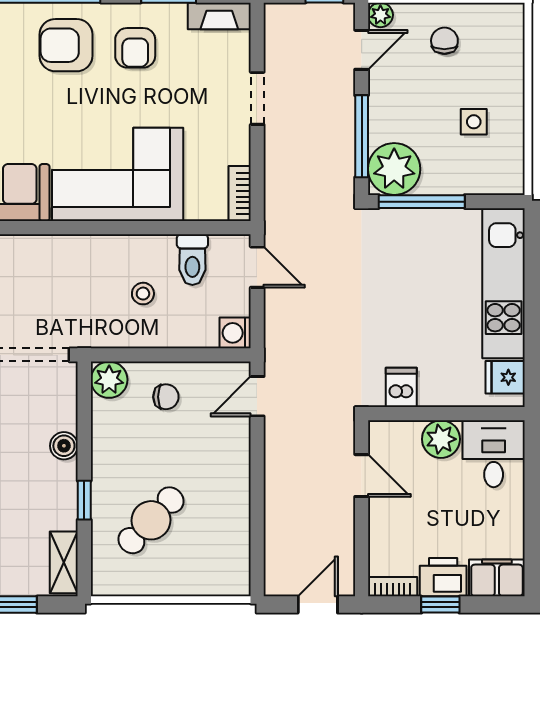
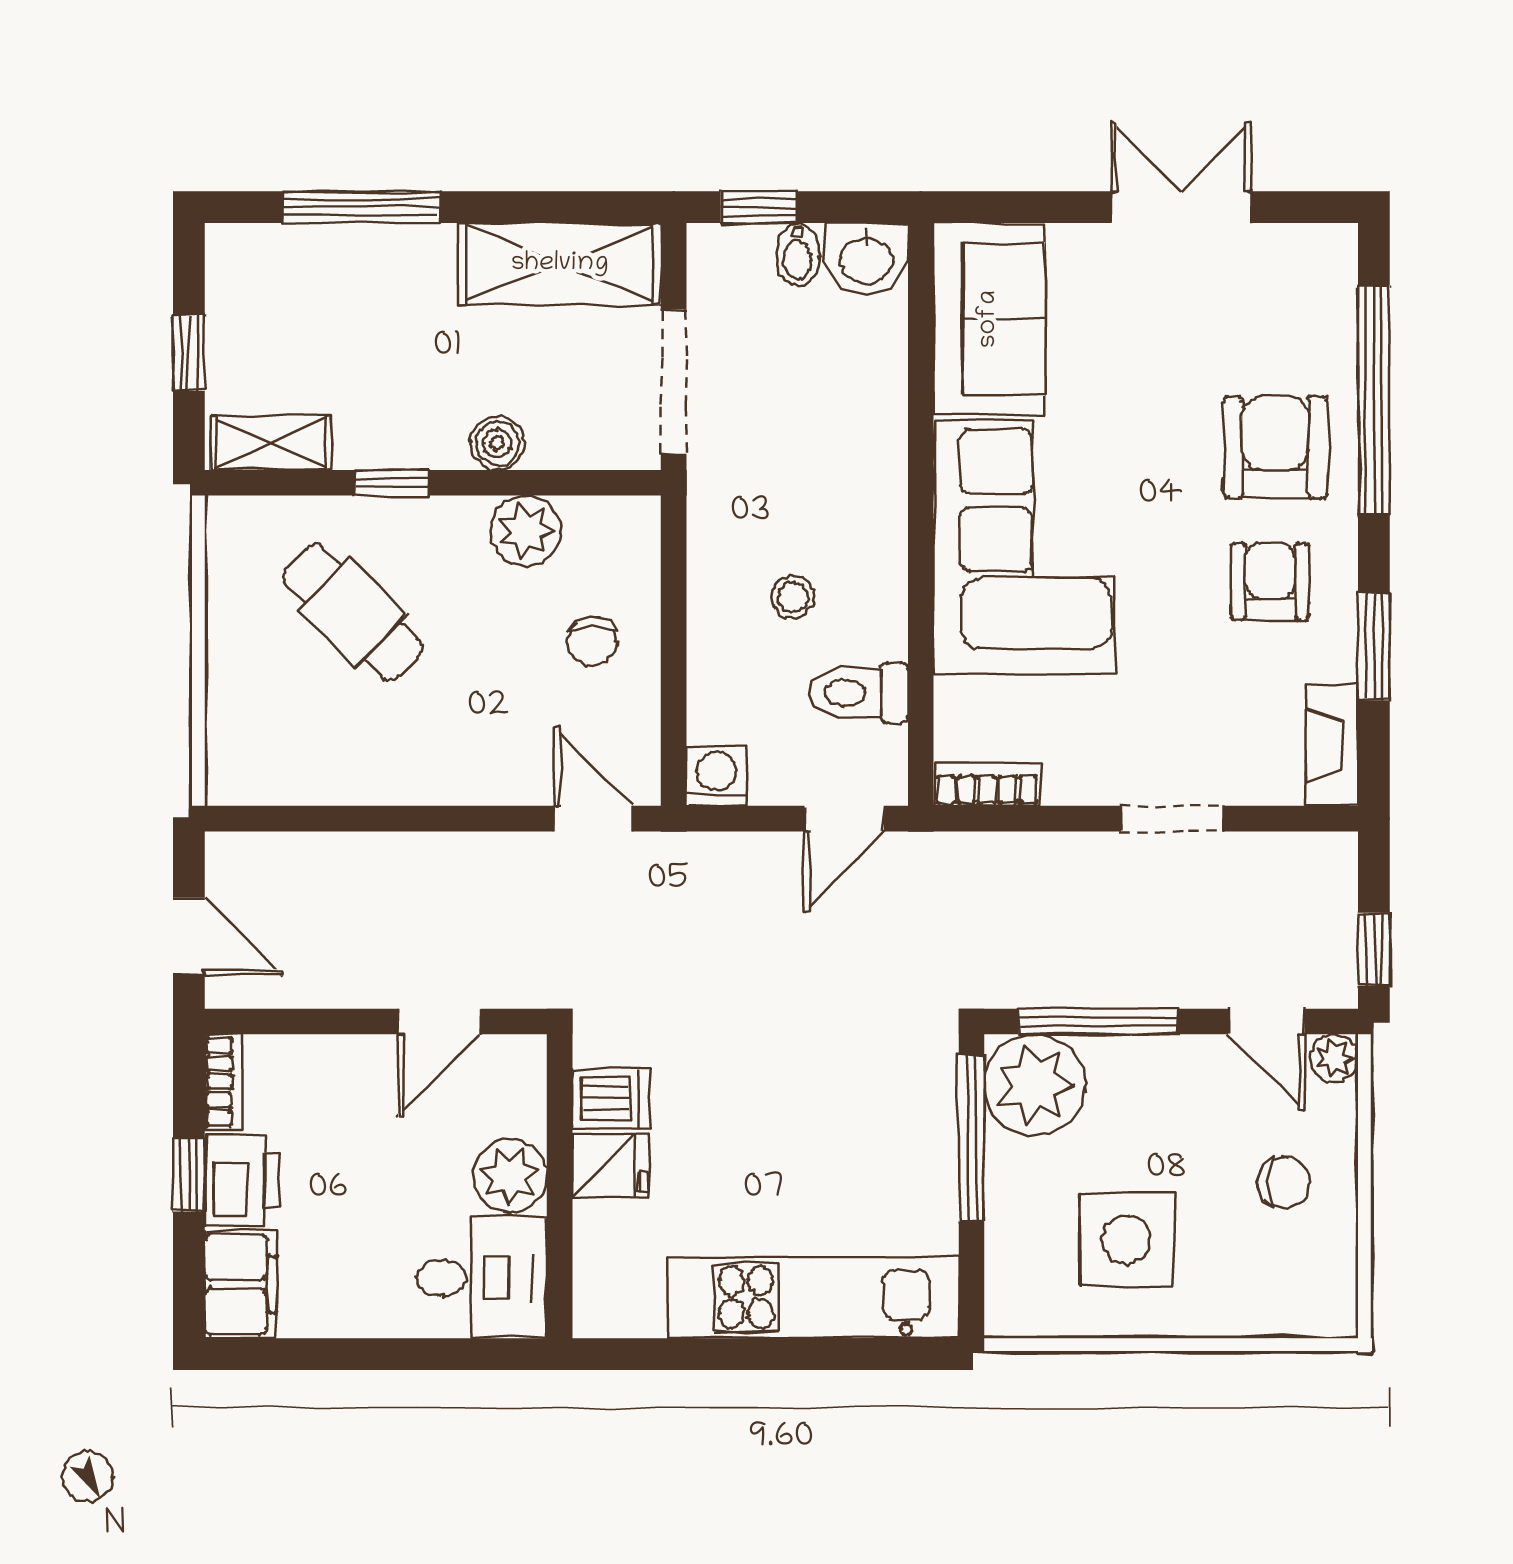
armchair: (135, 48) -> (1270, 582), turned 90
side table: (474, 122) -> (1126, 1239), width x1.87, depth x1.87
fridge: (505, 377) -> (610, 1165), moved, turned 90
plant: (109, 380) -> (526, 531), moved

